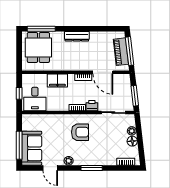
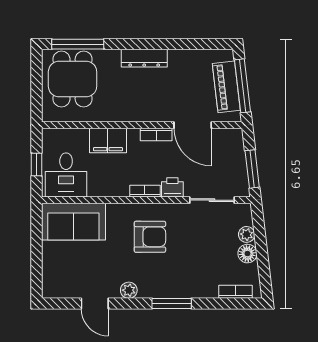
window: (19, 145) -> (37, 261), removed
sofa: (32, 148) -> (73, 222), moved, turned 90

